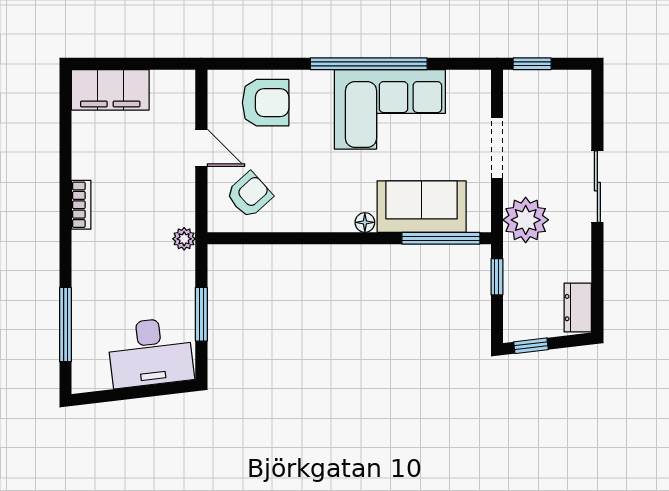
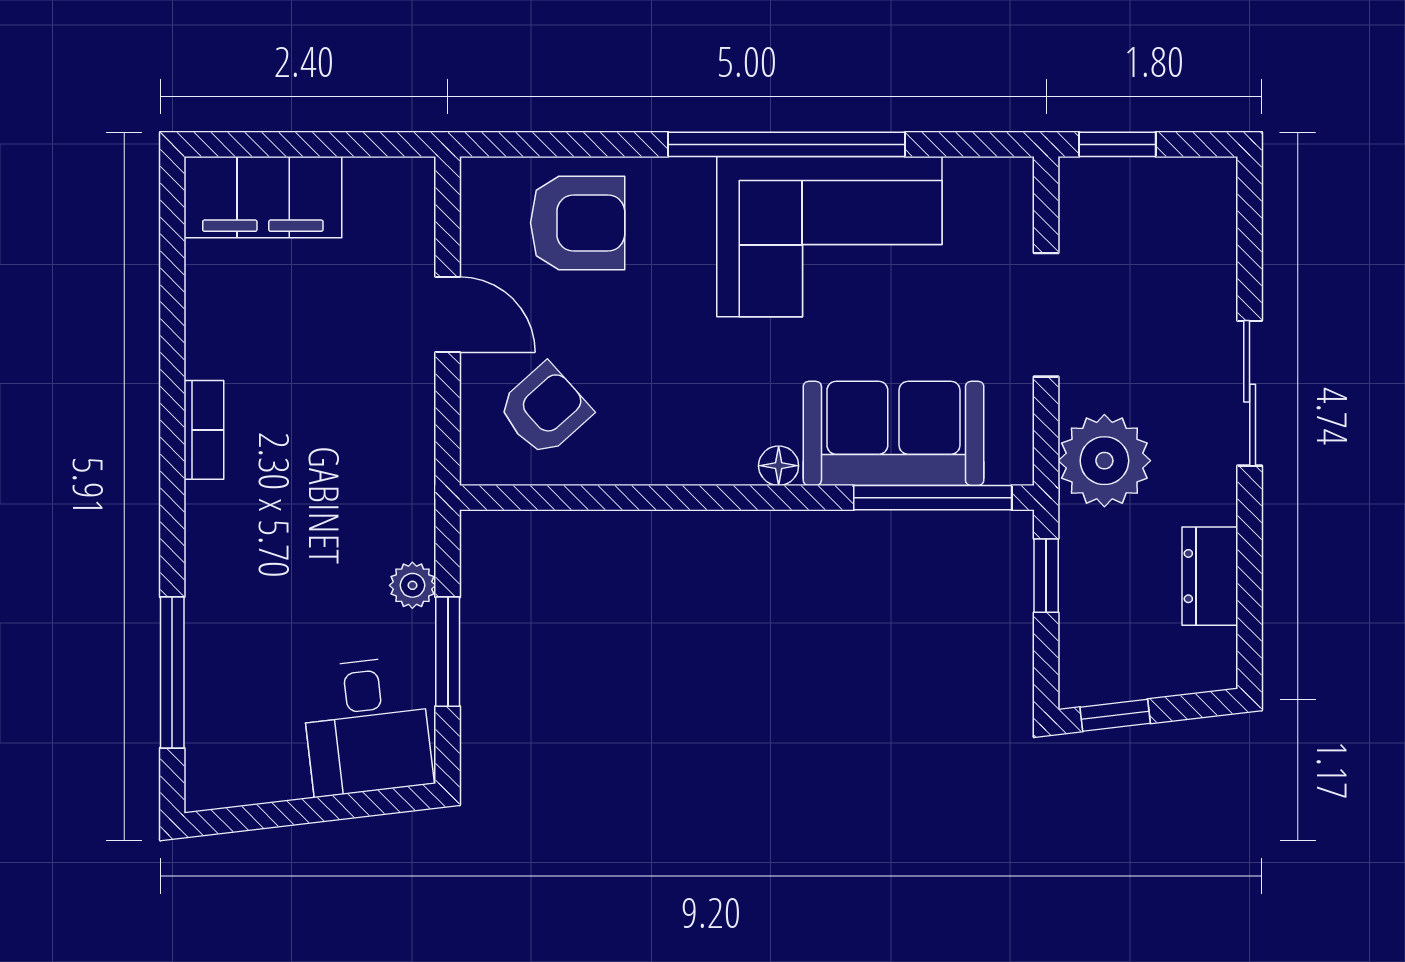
plant: (184, 239) -> (412, 585), moved
dresser: (578, 308) -> (1210, 576), moved
desk: (150, 352) -> (367, 726), width x0.73

